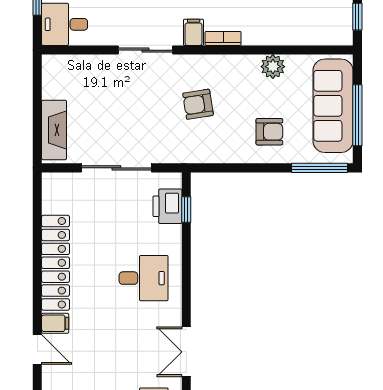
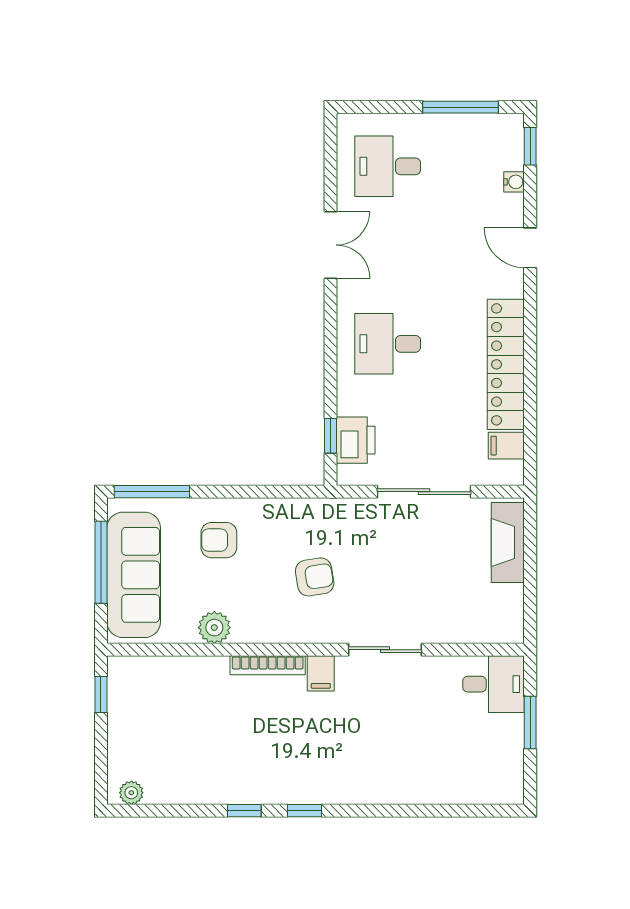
bookcase: (223, 38) -> (268, 665), width x1.56
filing cabinet: (55, 323) -> (506, 446), moved

